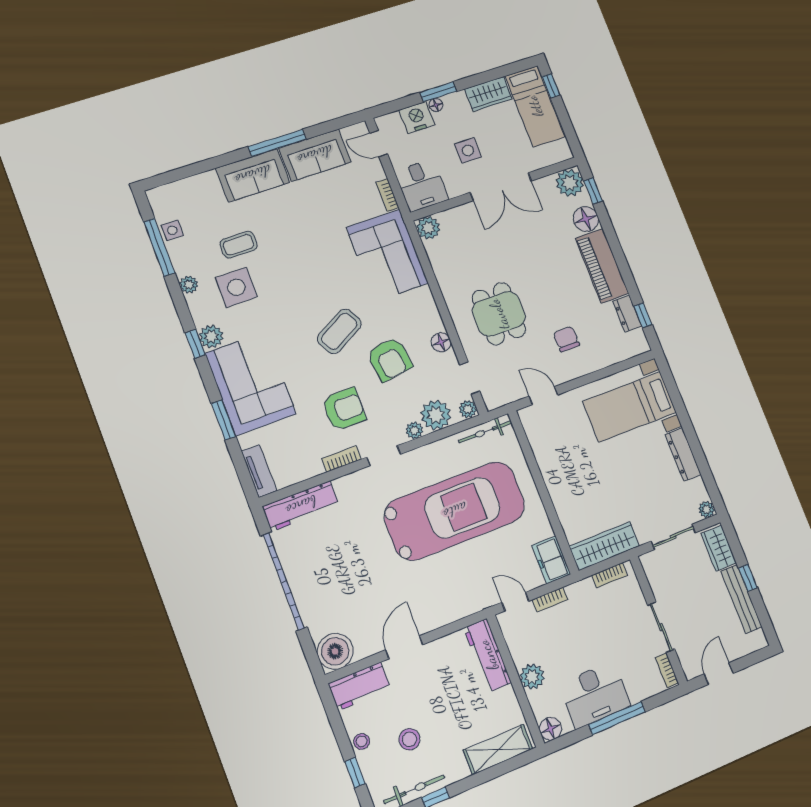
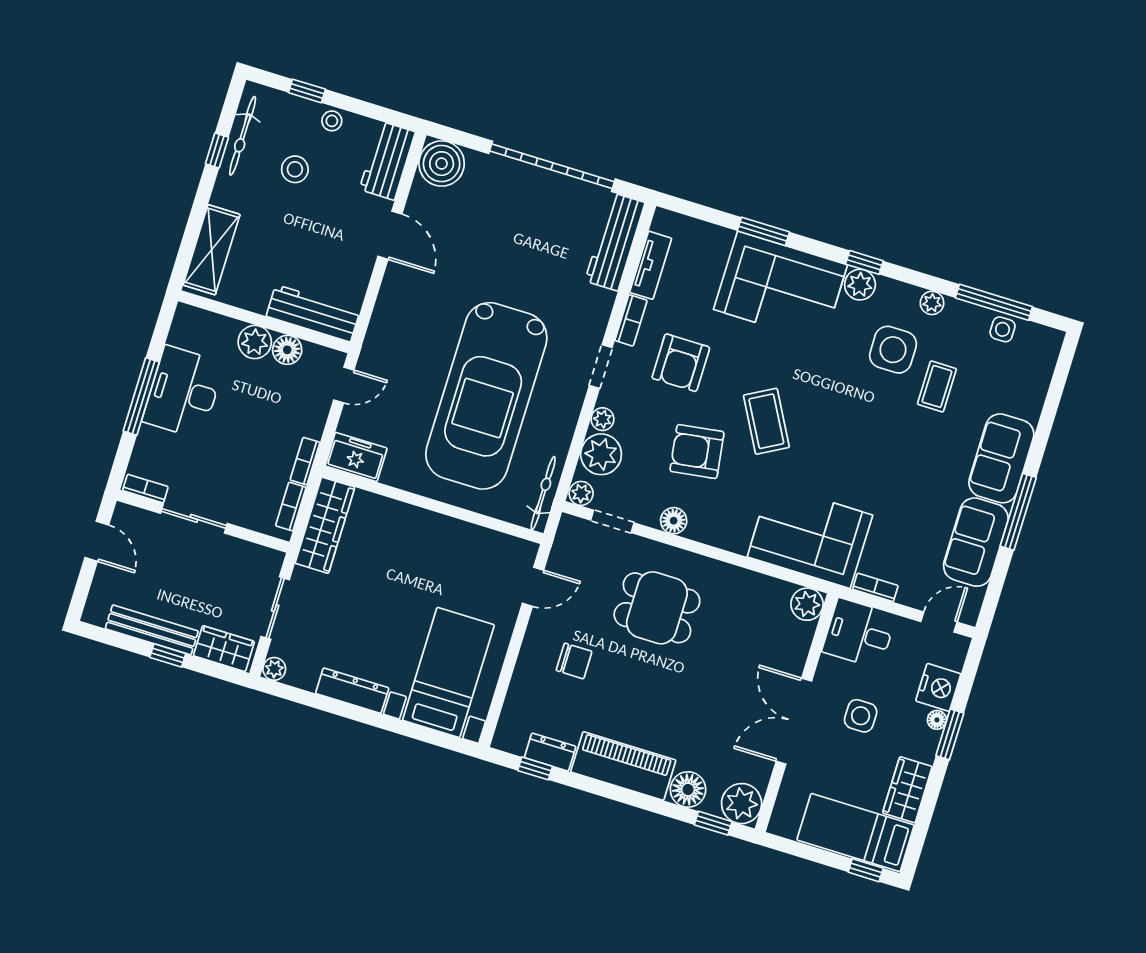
tv unit: (259, 471) -> (651, 265), moved, turned -90
bookcase: (550, 600) -> (305, 461), moved
floor lamp: (551, 729) -> (287, 350), moved

